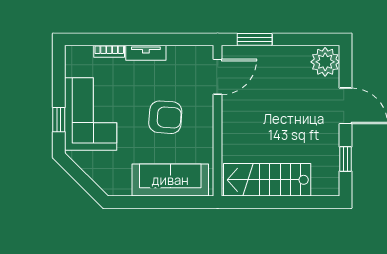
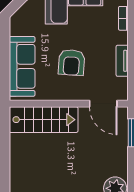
tv unit: (146, 53) -> (122, 61), moved
stairs: (267, 180) -> (44, 120), moved, turned 90

